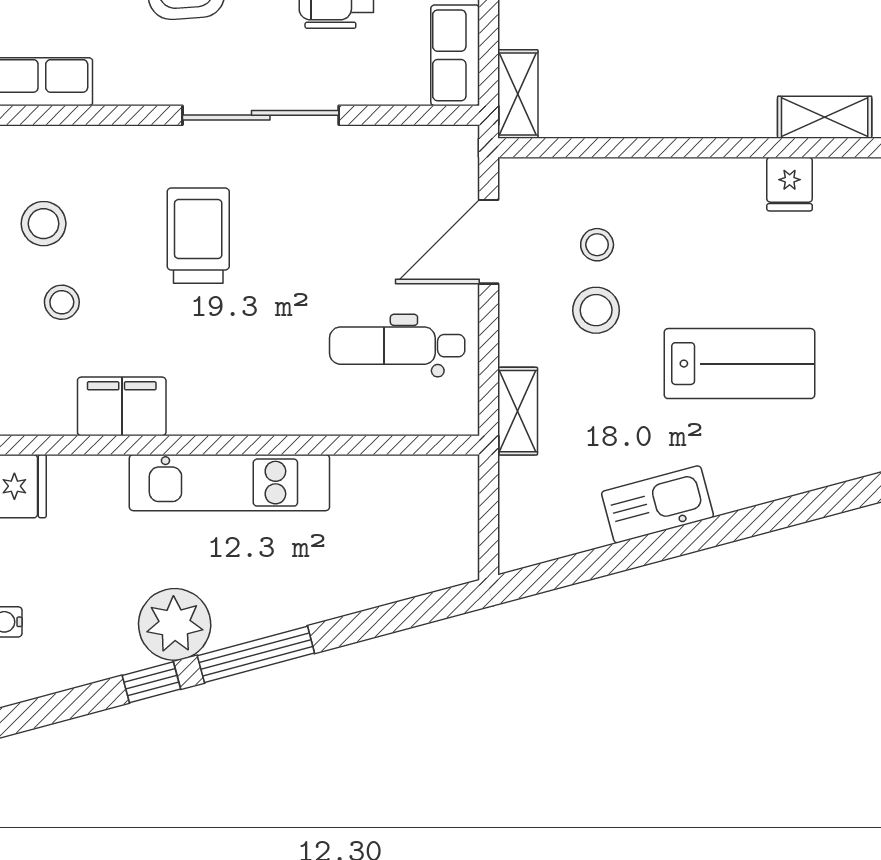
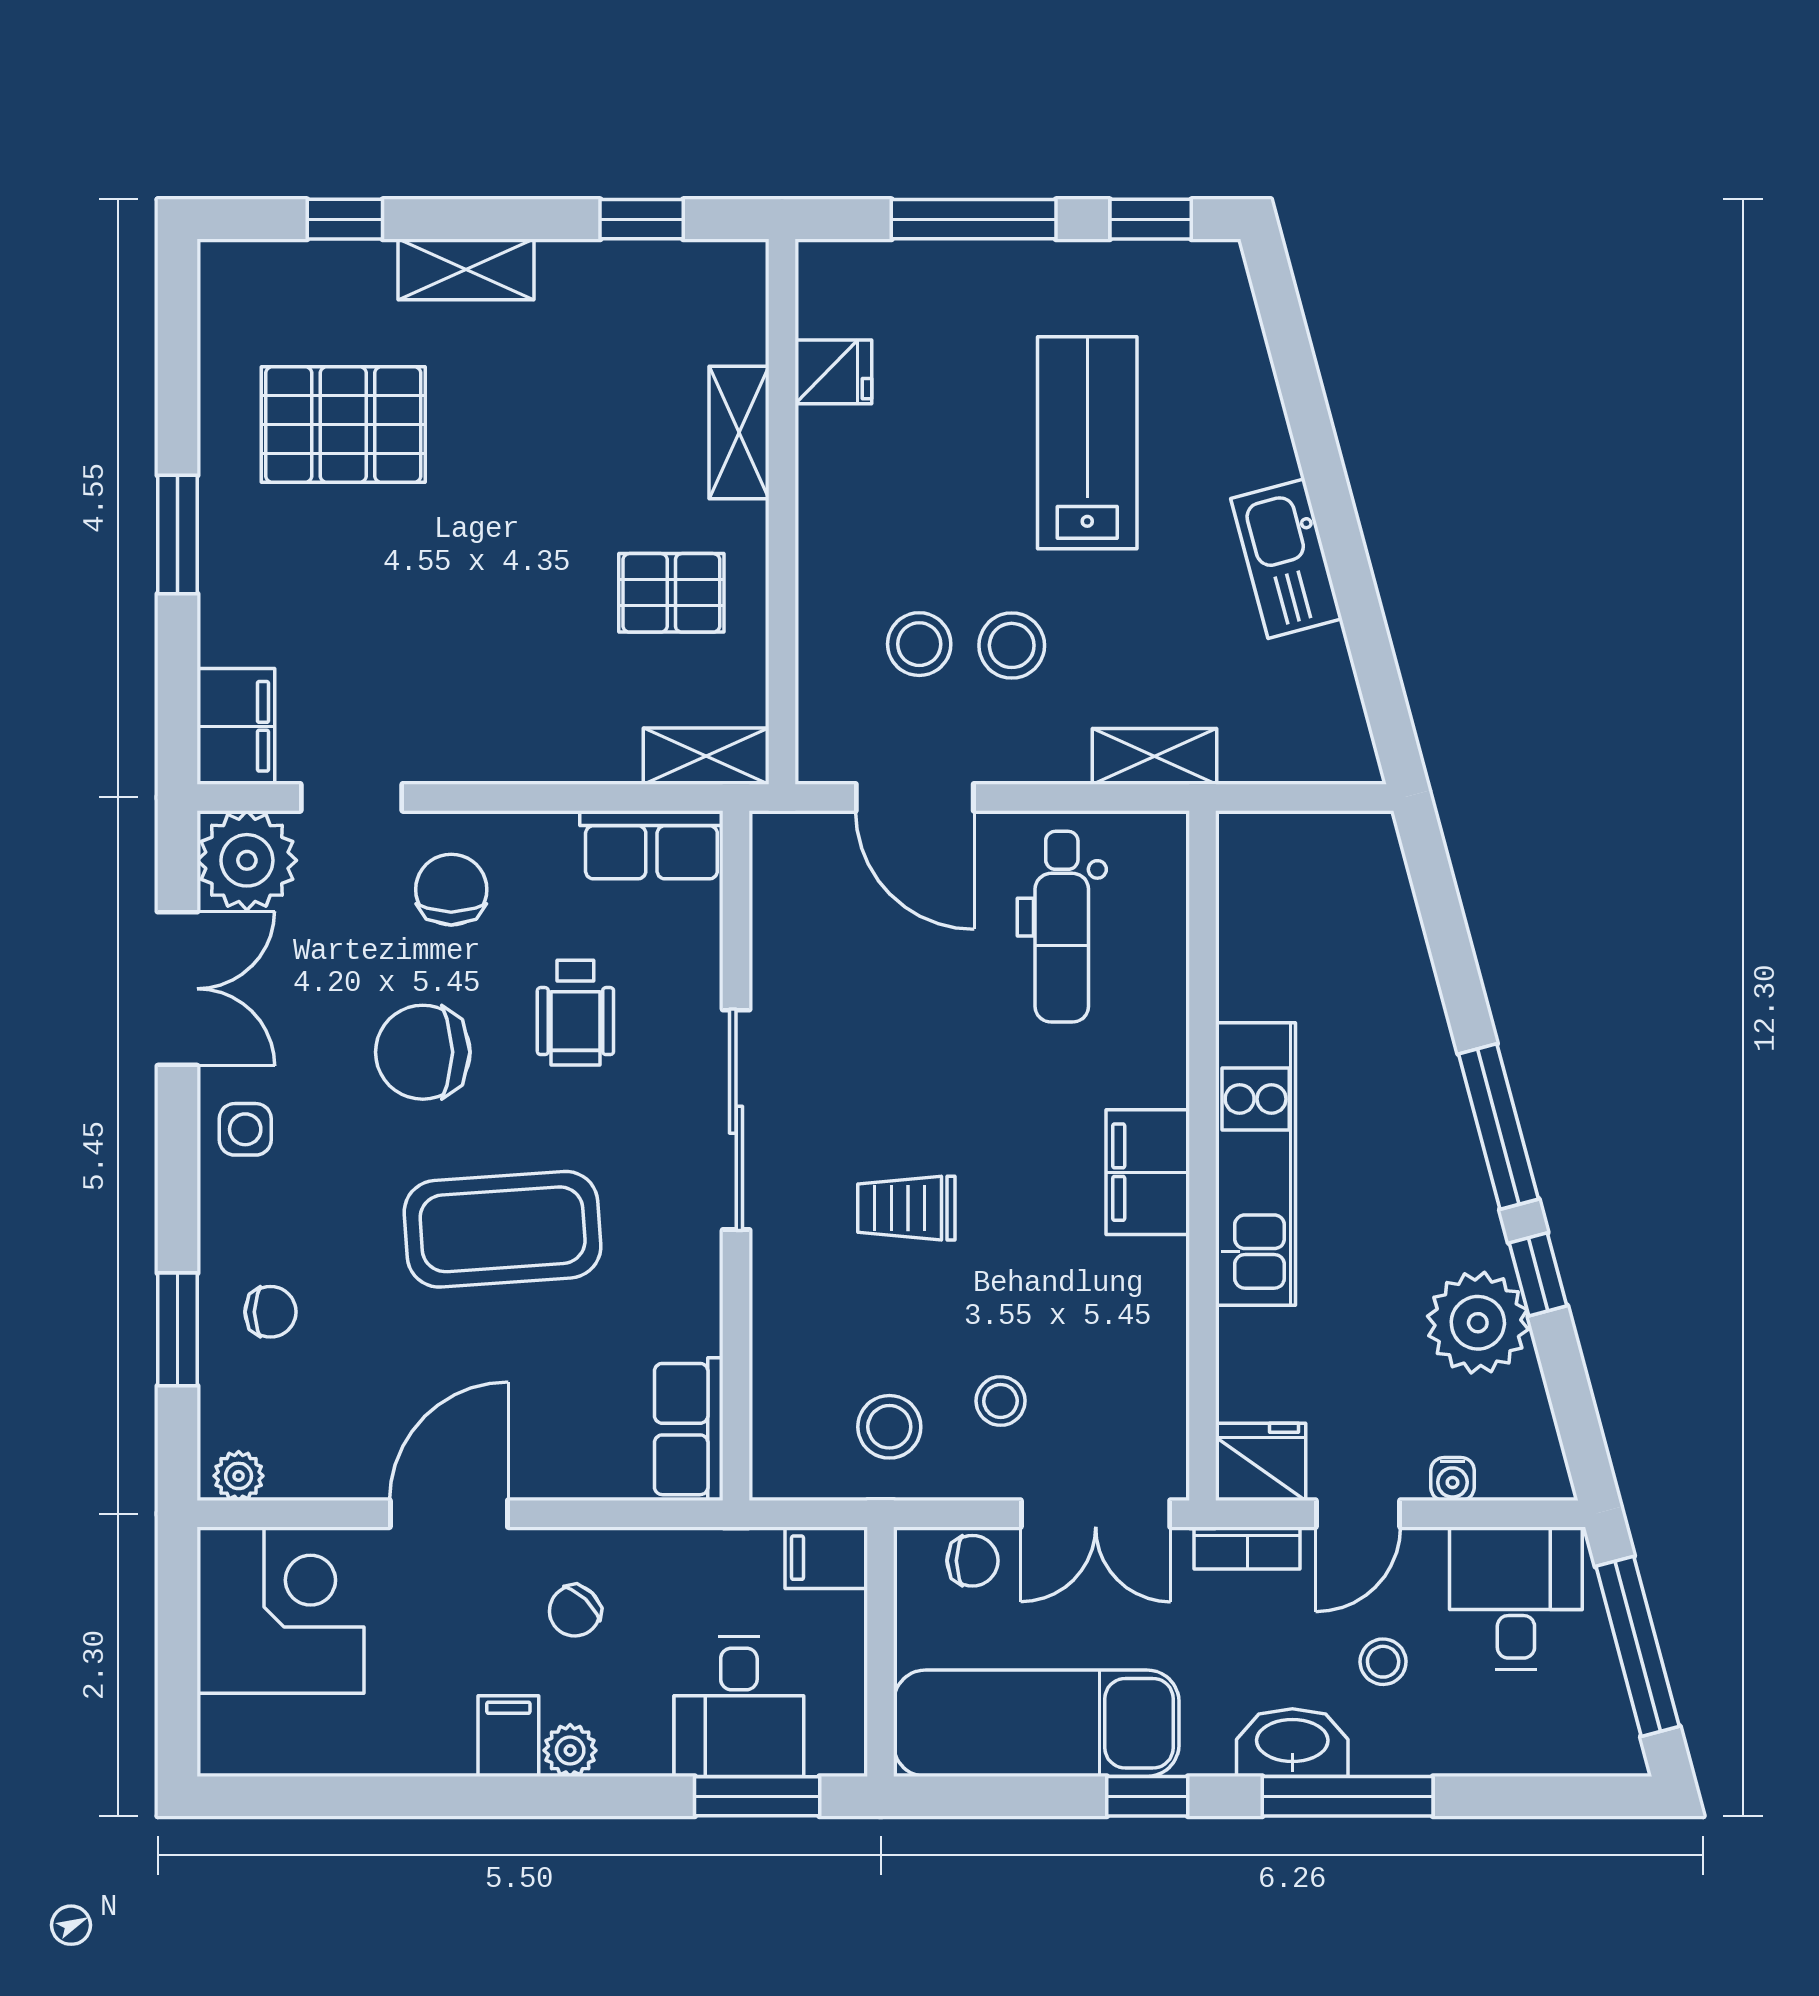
pallet: (633, 69) -> (671, 593), added
shelving: (825, 117) -> (739, 432), moved
trolley: (198, 236) -> (906, 1208), width x0.73, depth x0.72
stool: (597, 245) -> (919, 644), width x1.37, depth x1.37
filing cabinet: (122, 406) -> (1148, 1172), moved
plant: (175, 624) -> (1478, 1323), moved

